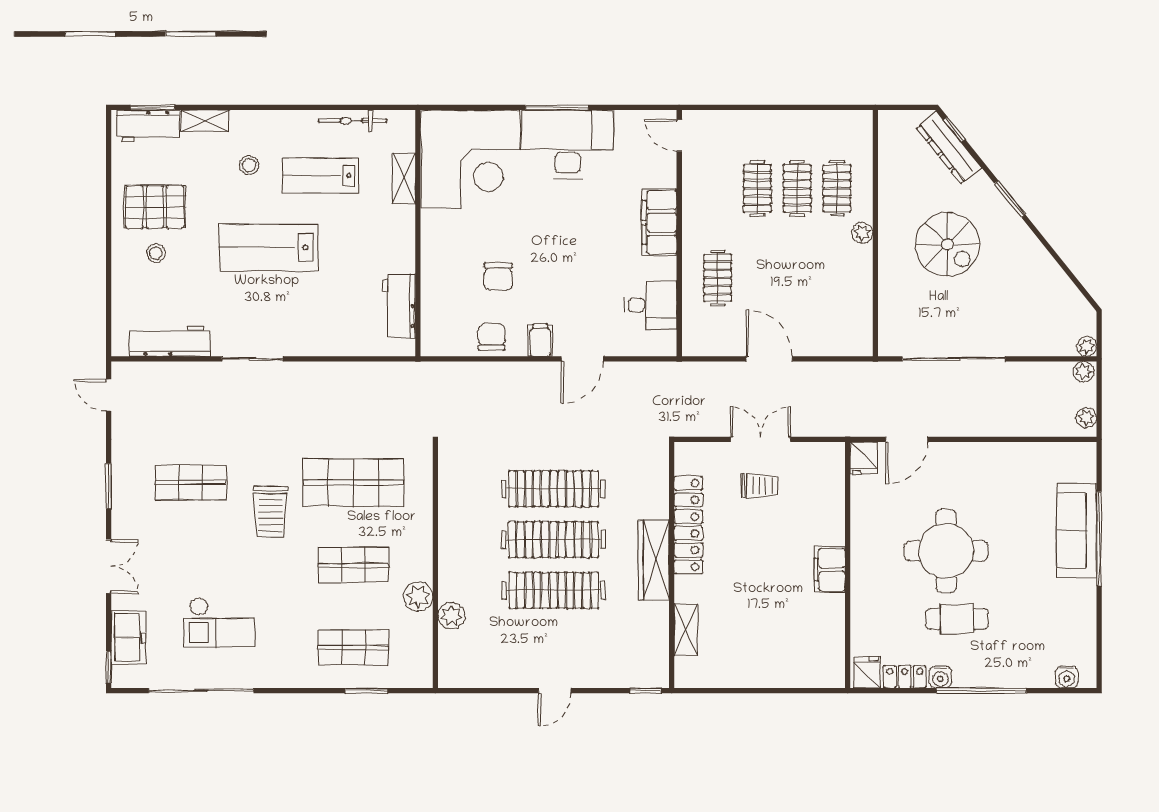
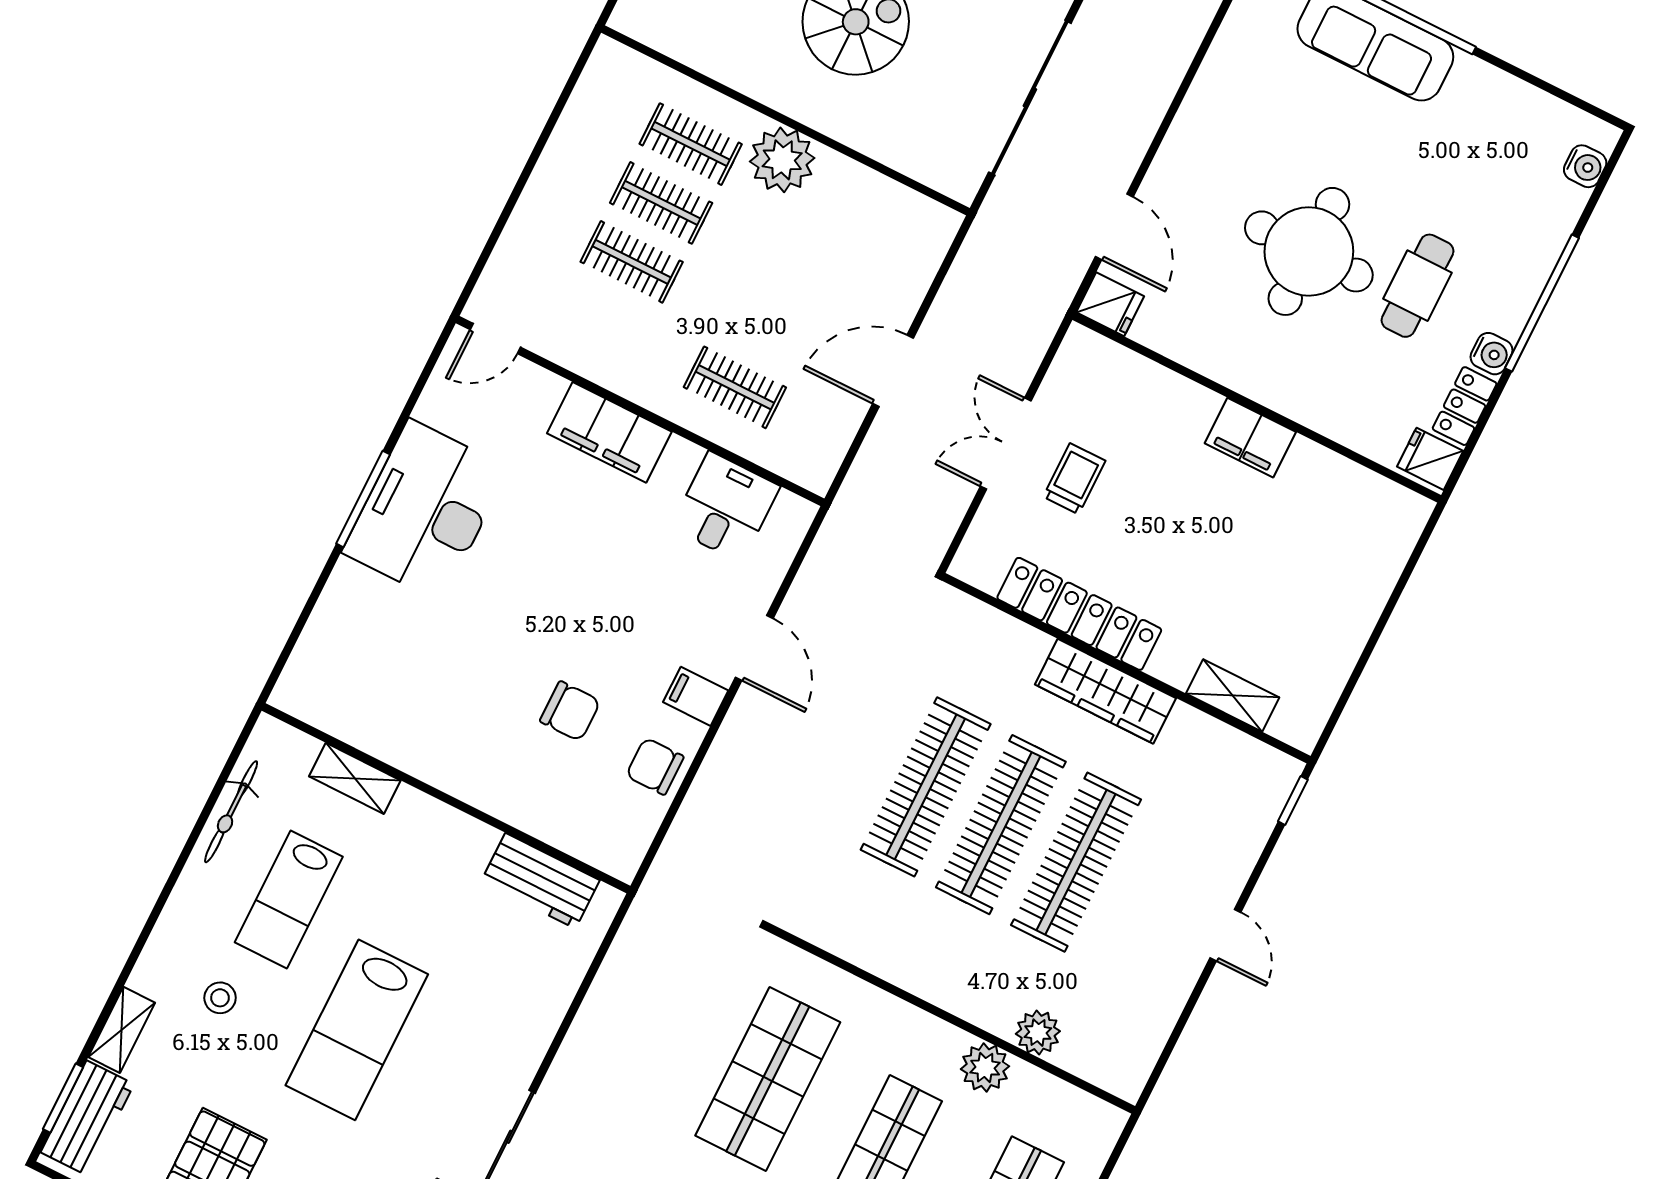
corner desk: (471, 159) -> (376, 665), removed
plant: (862, 233) -> (782, 160), width x1.87, depth x1.87

